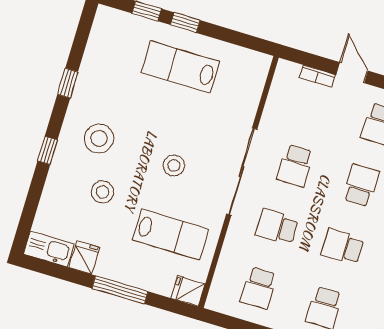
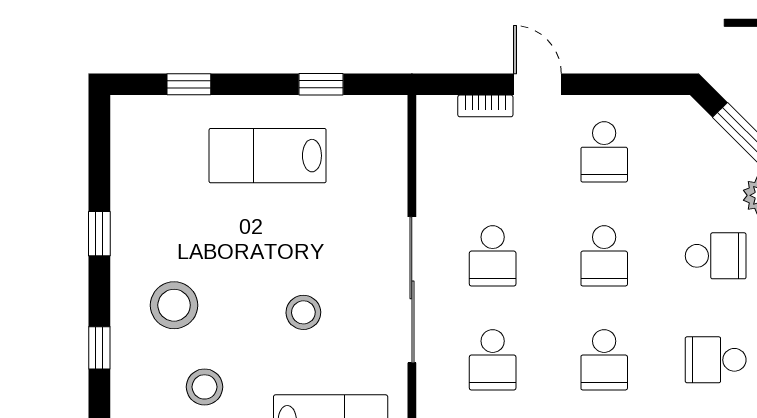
window: (185, 23) -> (321, 84), moved
school desk: (361, 185) -> (604, 256), turned 180
school desk: (277, 227) -> (493, 360), turned -90
school desk: (342, 247) -> (604, 360), turned -90

